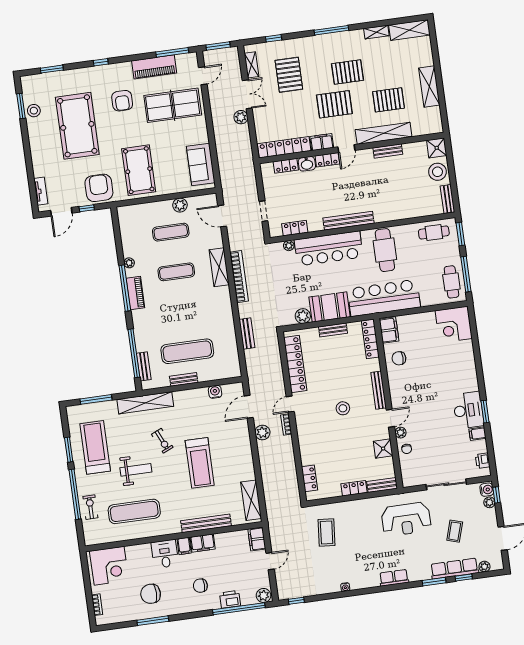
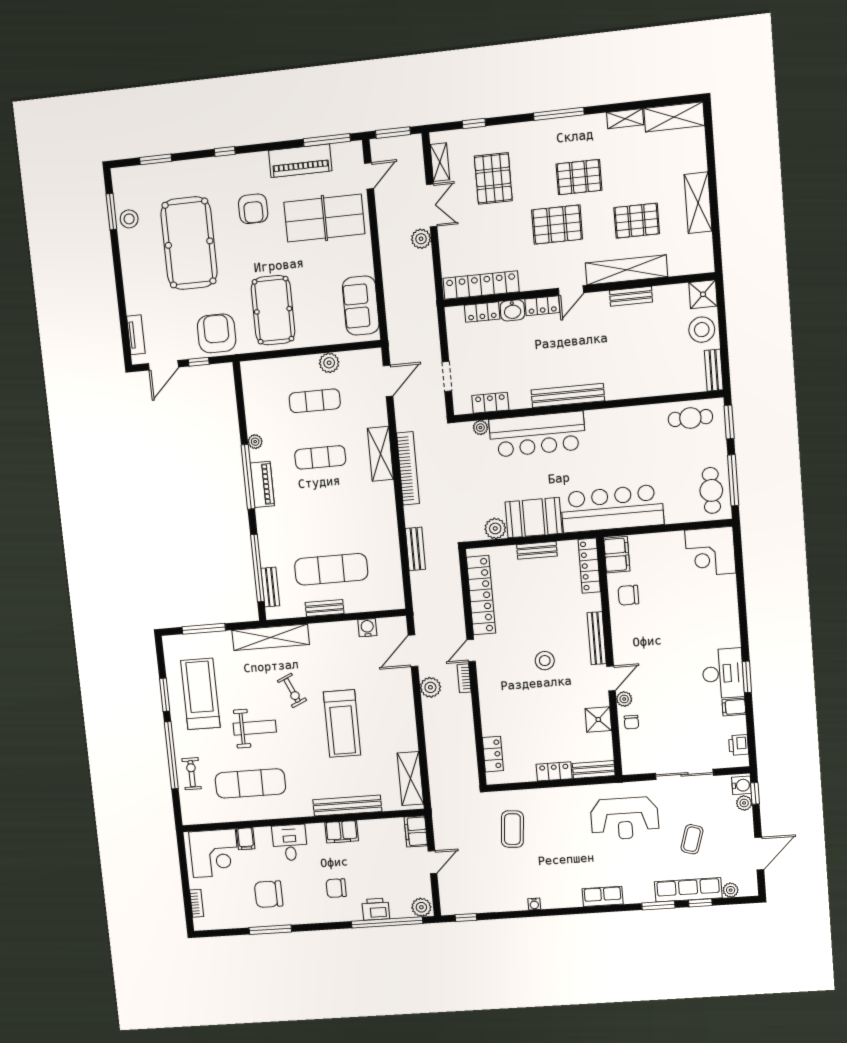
filing cabinet: (322, 142) -> (536, 279), removed
door: (222, 216) -> (388, 381), swing flipped
cafe table: (385, 250) -> (618, 440), removed
filing cabinet: (184, 546) -> (246, 839), moved

